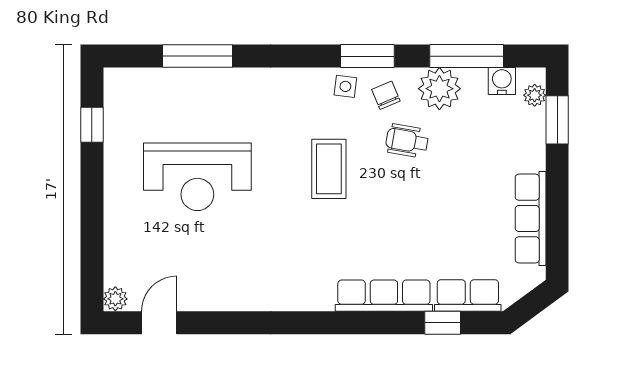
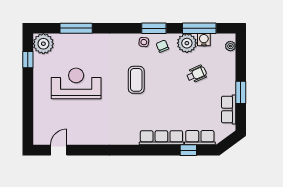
water cooler: (502, 81) -> (204, 40), moved
window: (557, 120) -> (241, 92), moved
wheelchair: (407, 141) -> (197, 74), moved, turned 146
reception desk: (197, 177) -> (76, 83), turned 180
row of seats: (531, 218) -> (229, 109), width x0.68
plant: (115, 299) -> (43, 44), moved, width x1.87, depth x1.87

